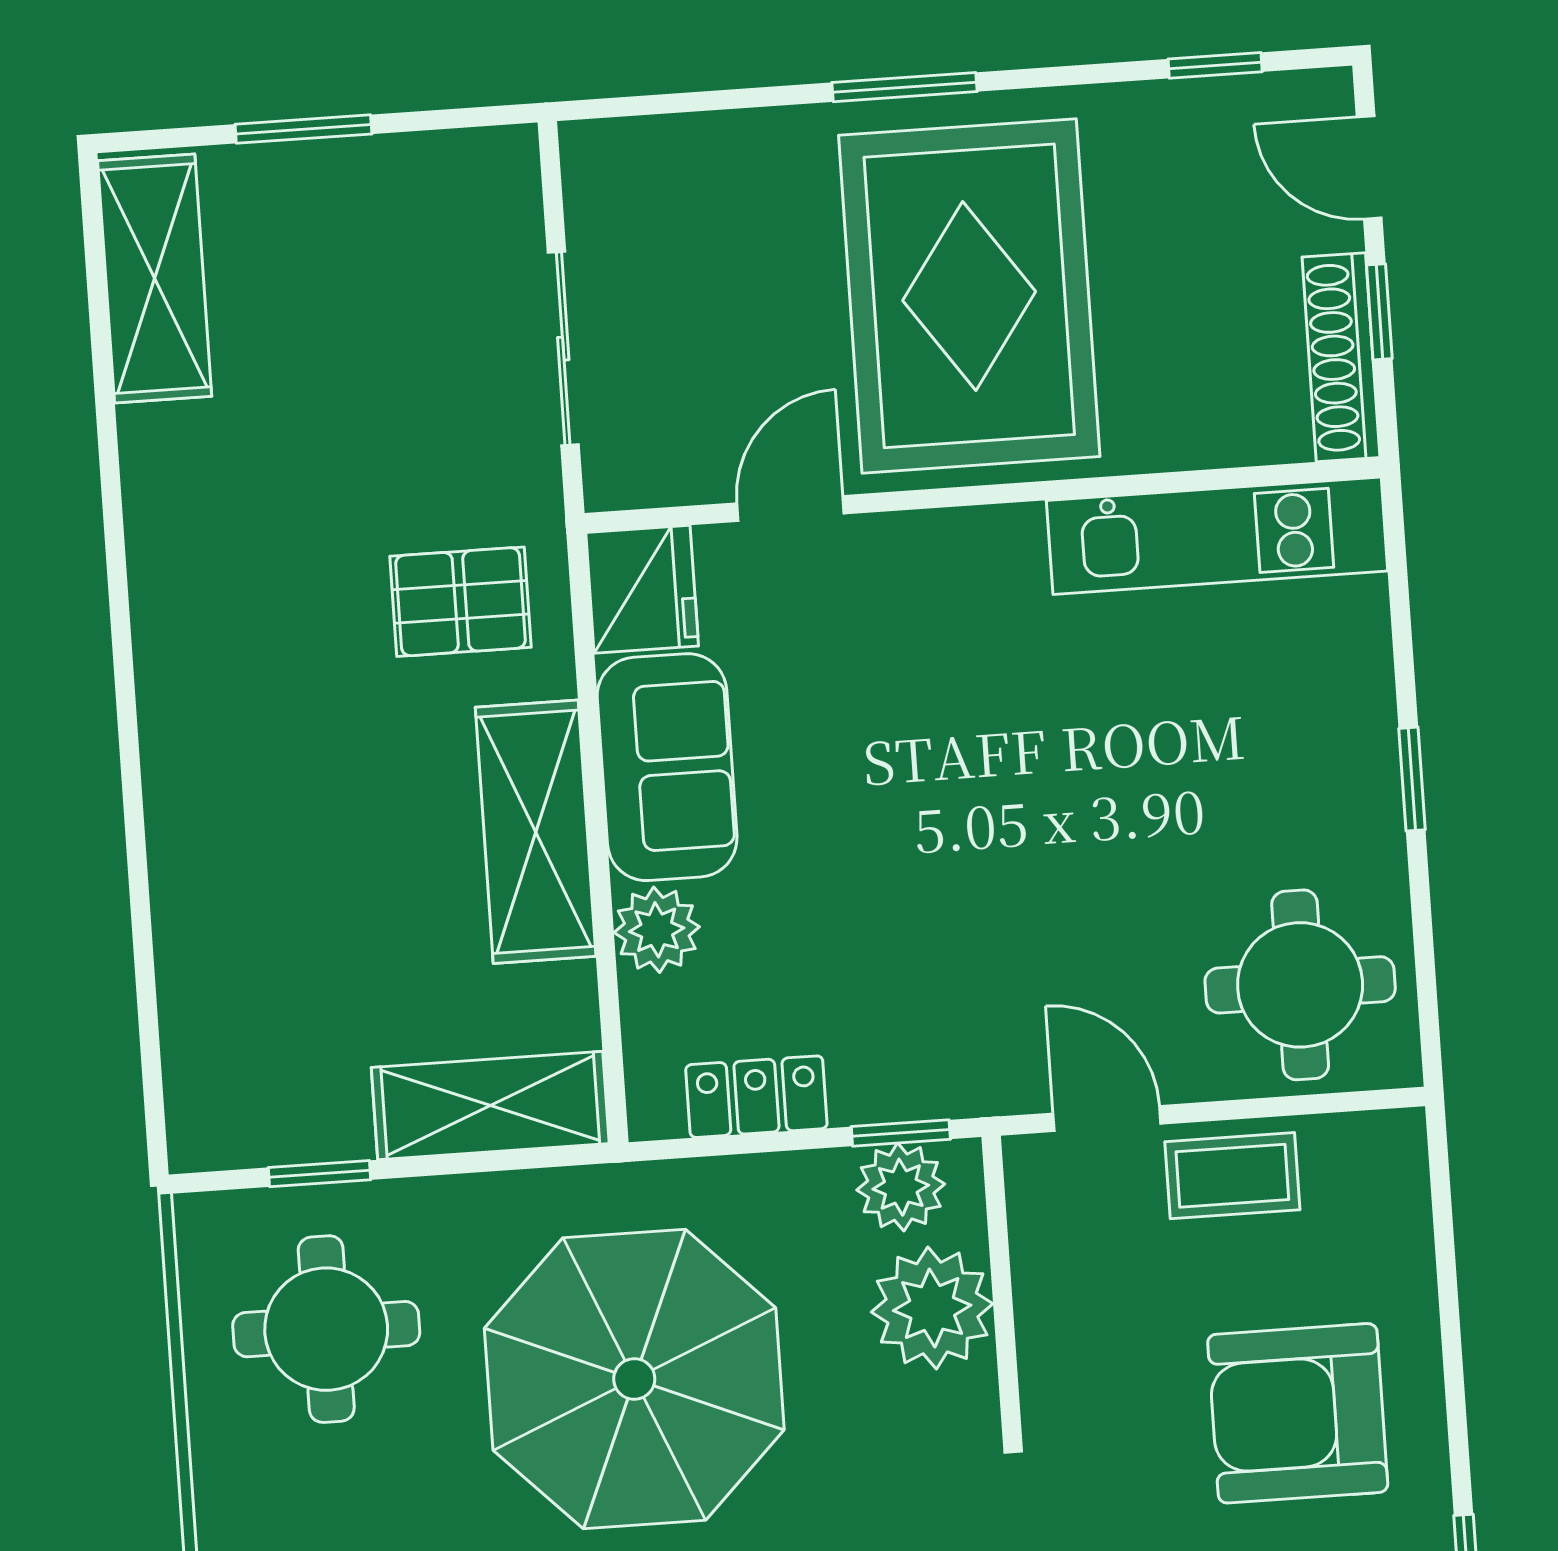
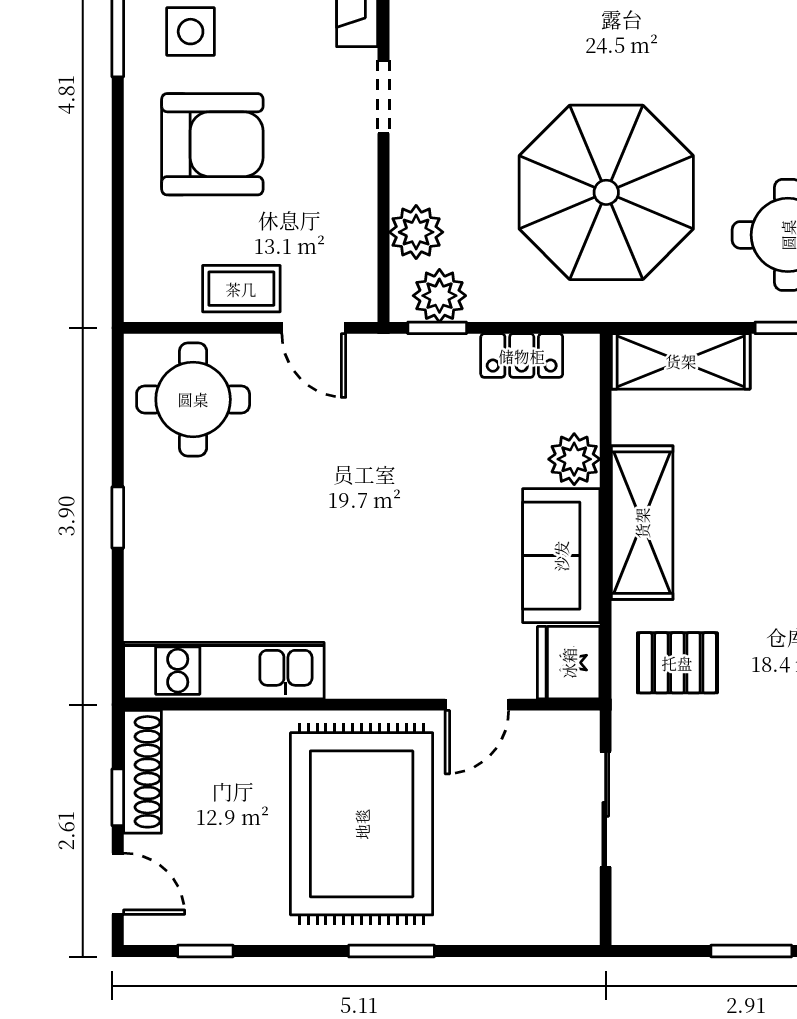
plant: (932, 1308) -> (416, 232), width x0.73, depth x0.73

